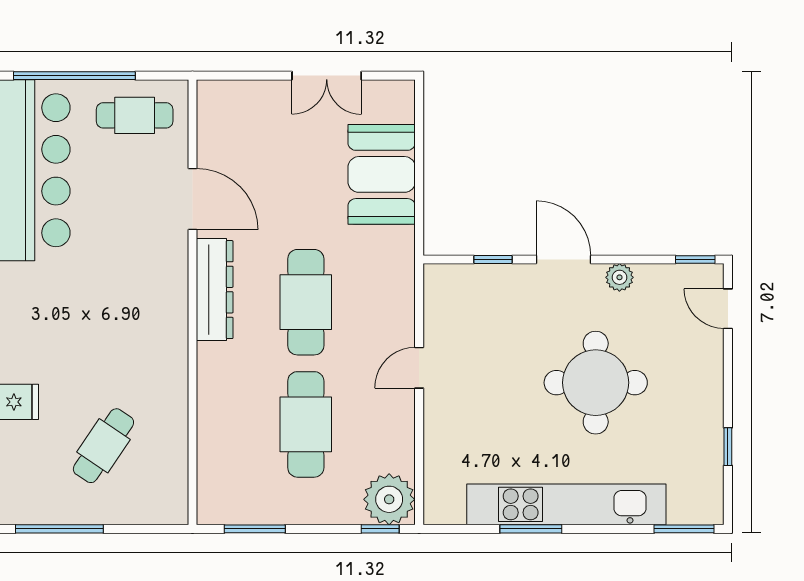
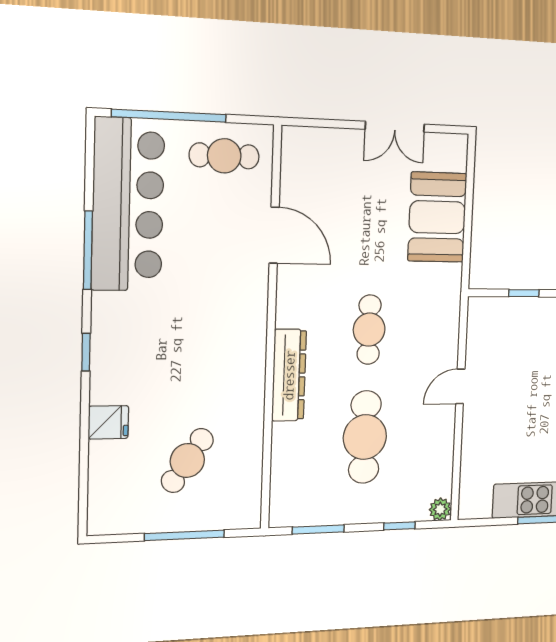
dresser: (215, 290) -> (289, 375), moved
cafe table: (306, 302) -> (369, 330), width x0.73, depth x0.74
plant: (389, 499) -> (440, 509), width x0.53, depth x0.53
window: (59, 529) -> (185, 535), moved
window: (380, 529) -> (399, 526), moved

